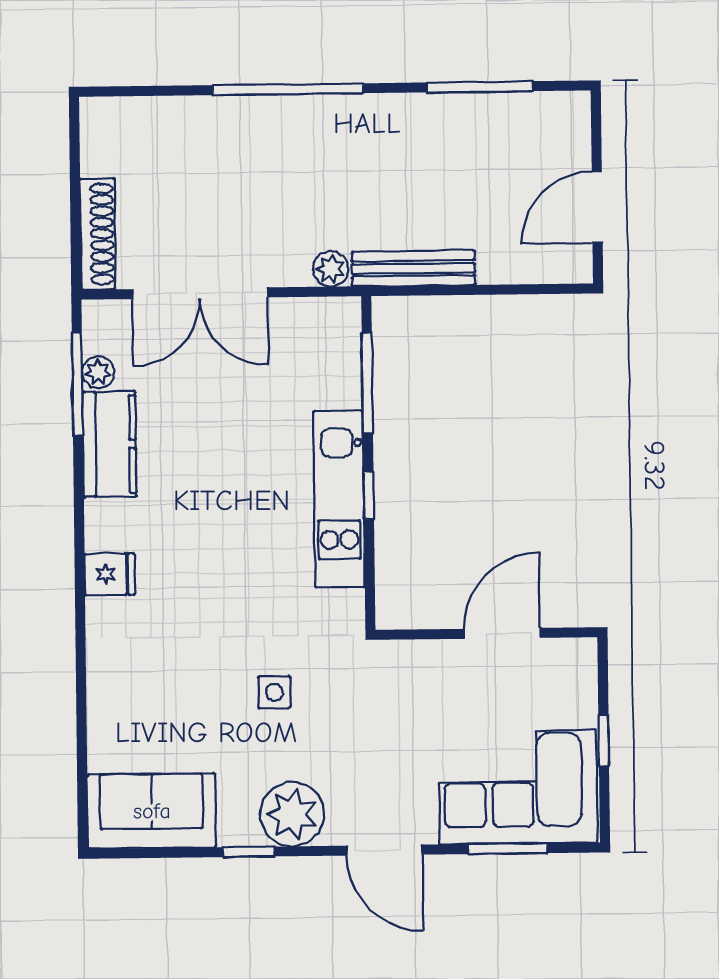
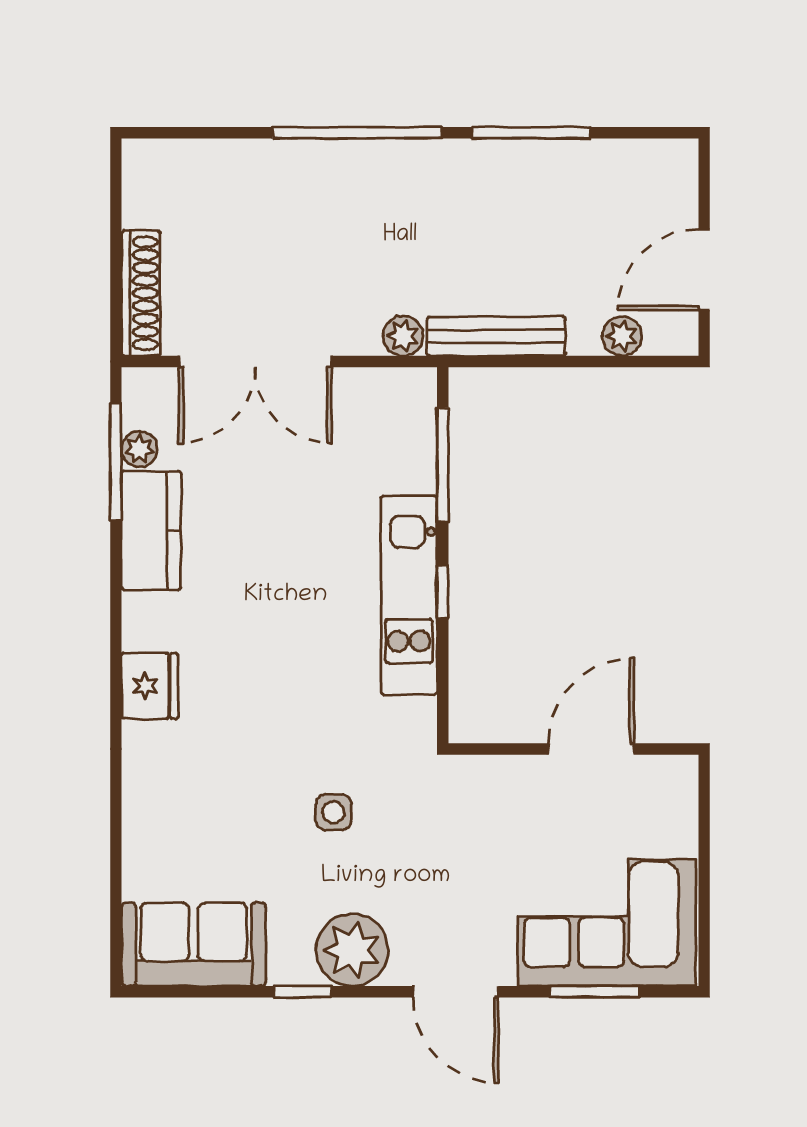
window: (480, 87) -> (531, 133), moved
plant: (525, 267) -> (622, 336), added
fridge: (110, 574) -> (150, 686), width x1.38
window: (604, 740) -> (704, 871), removed

